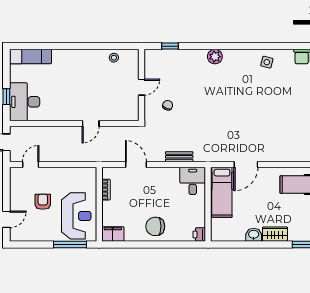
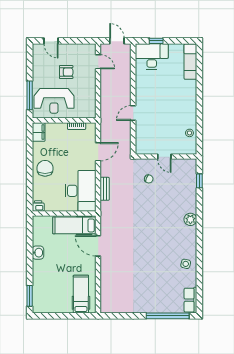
door: (91, 124) -> (133, 113), hinge flipped
desk: (193, 181) -> (81, 191), width x1.87, depth x1.30
wardrobe: (275, 234) -> (38, 271), removed

